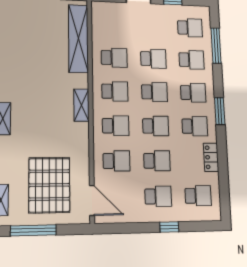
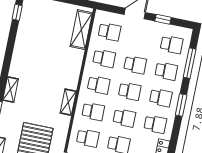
school desk: (113, 25) -> (110, 32), added
shelving: (78, 39) -> (81, 30), width x0.68
shelving: (81, 105) -> (68, 102), moved
window: (220, 111) -> (181, 105), moved

